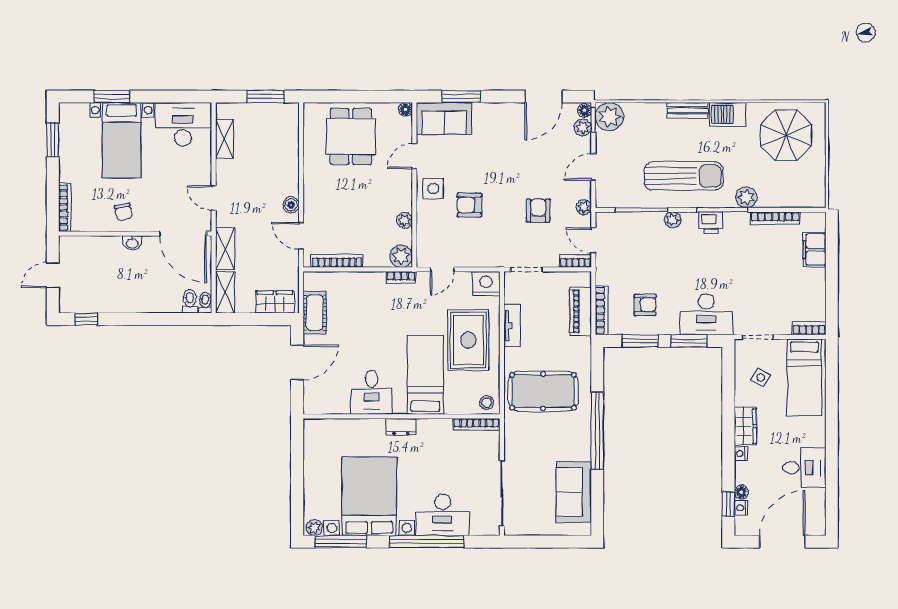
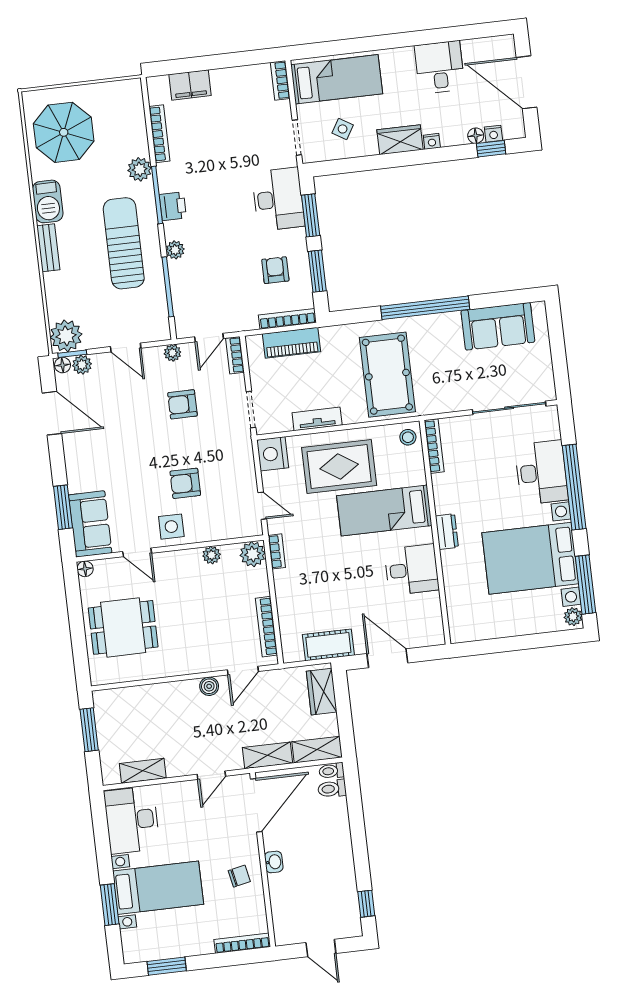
armchair: (469, 205) -> (185, 483), turned 90

